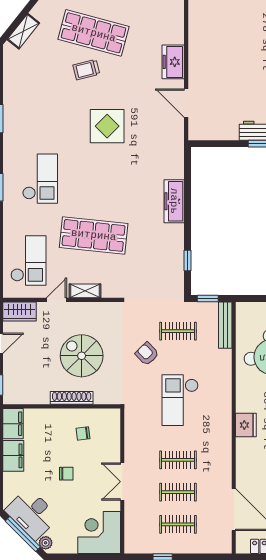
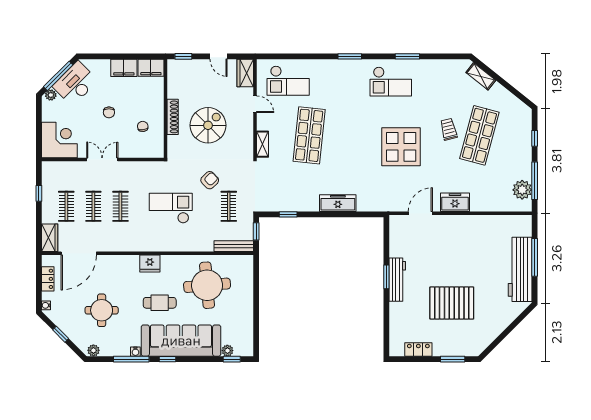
display table: (107, 126) -> (401, 147), width x1.36, depth x1.36
checkout: (40, 179) -> (391, 81), moved
shelving: (85, 291) -> (263, 144), moved
wardrobe: (215, 544) -> (50, 238), added

